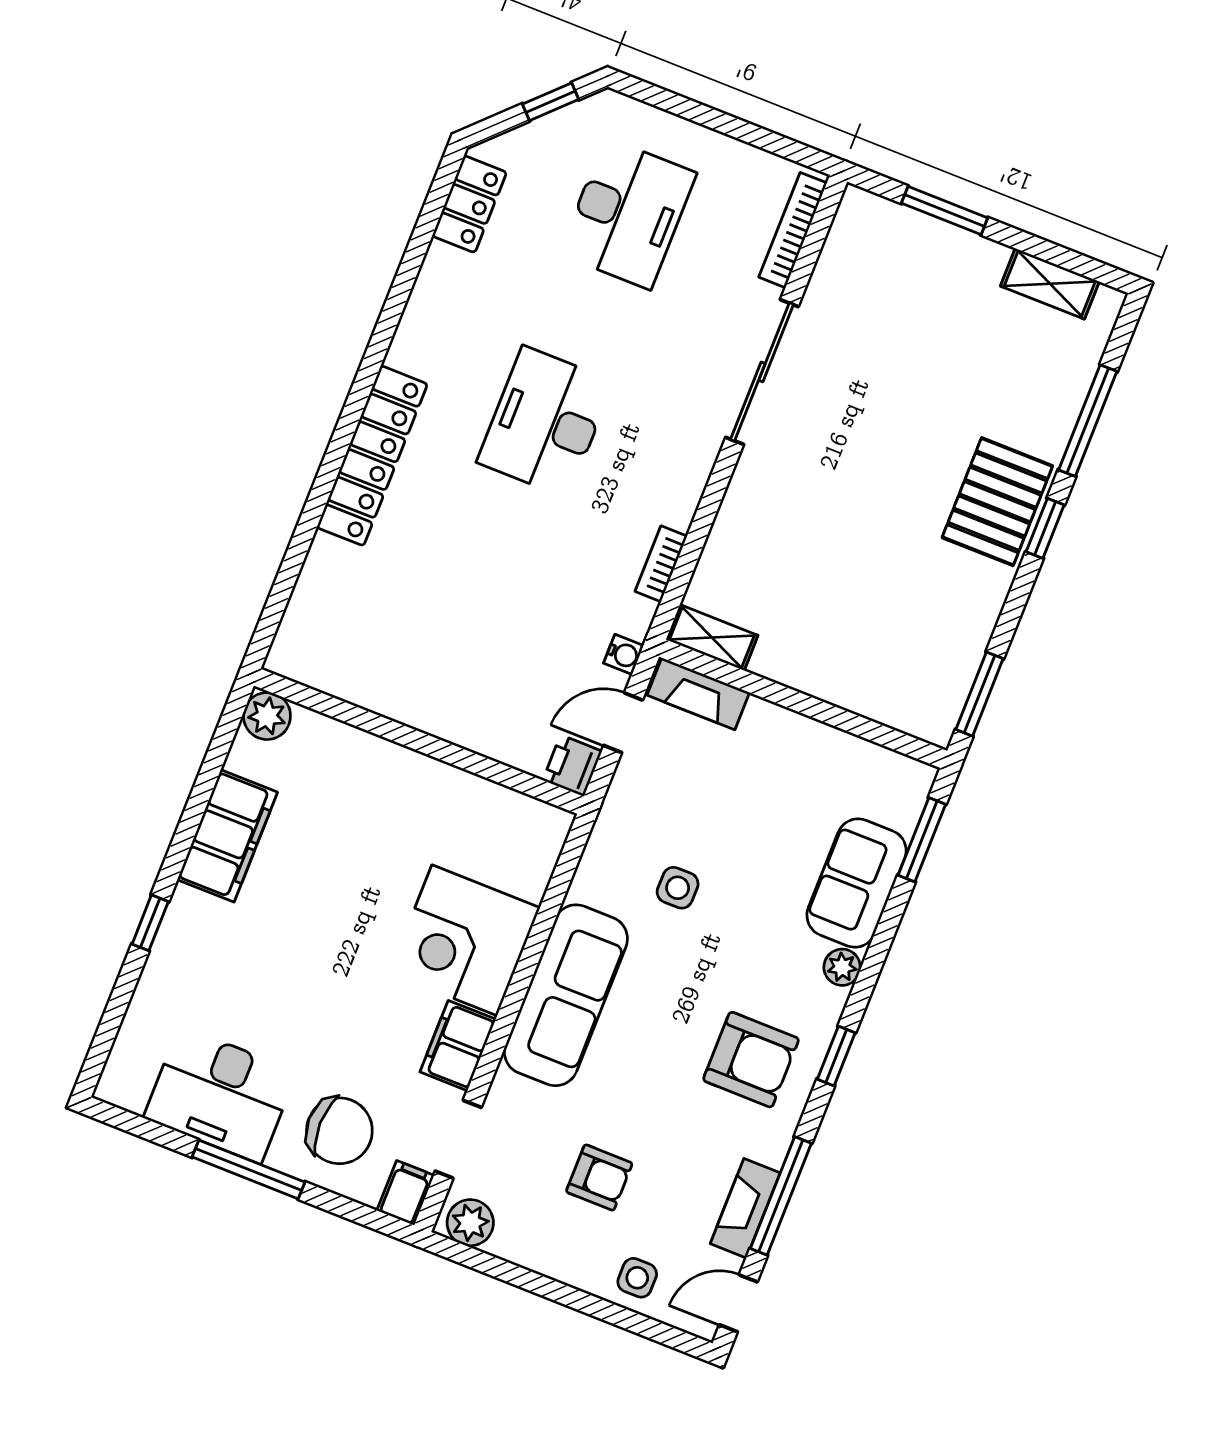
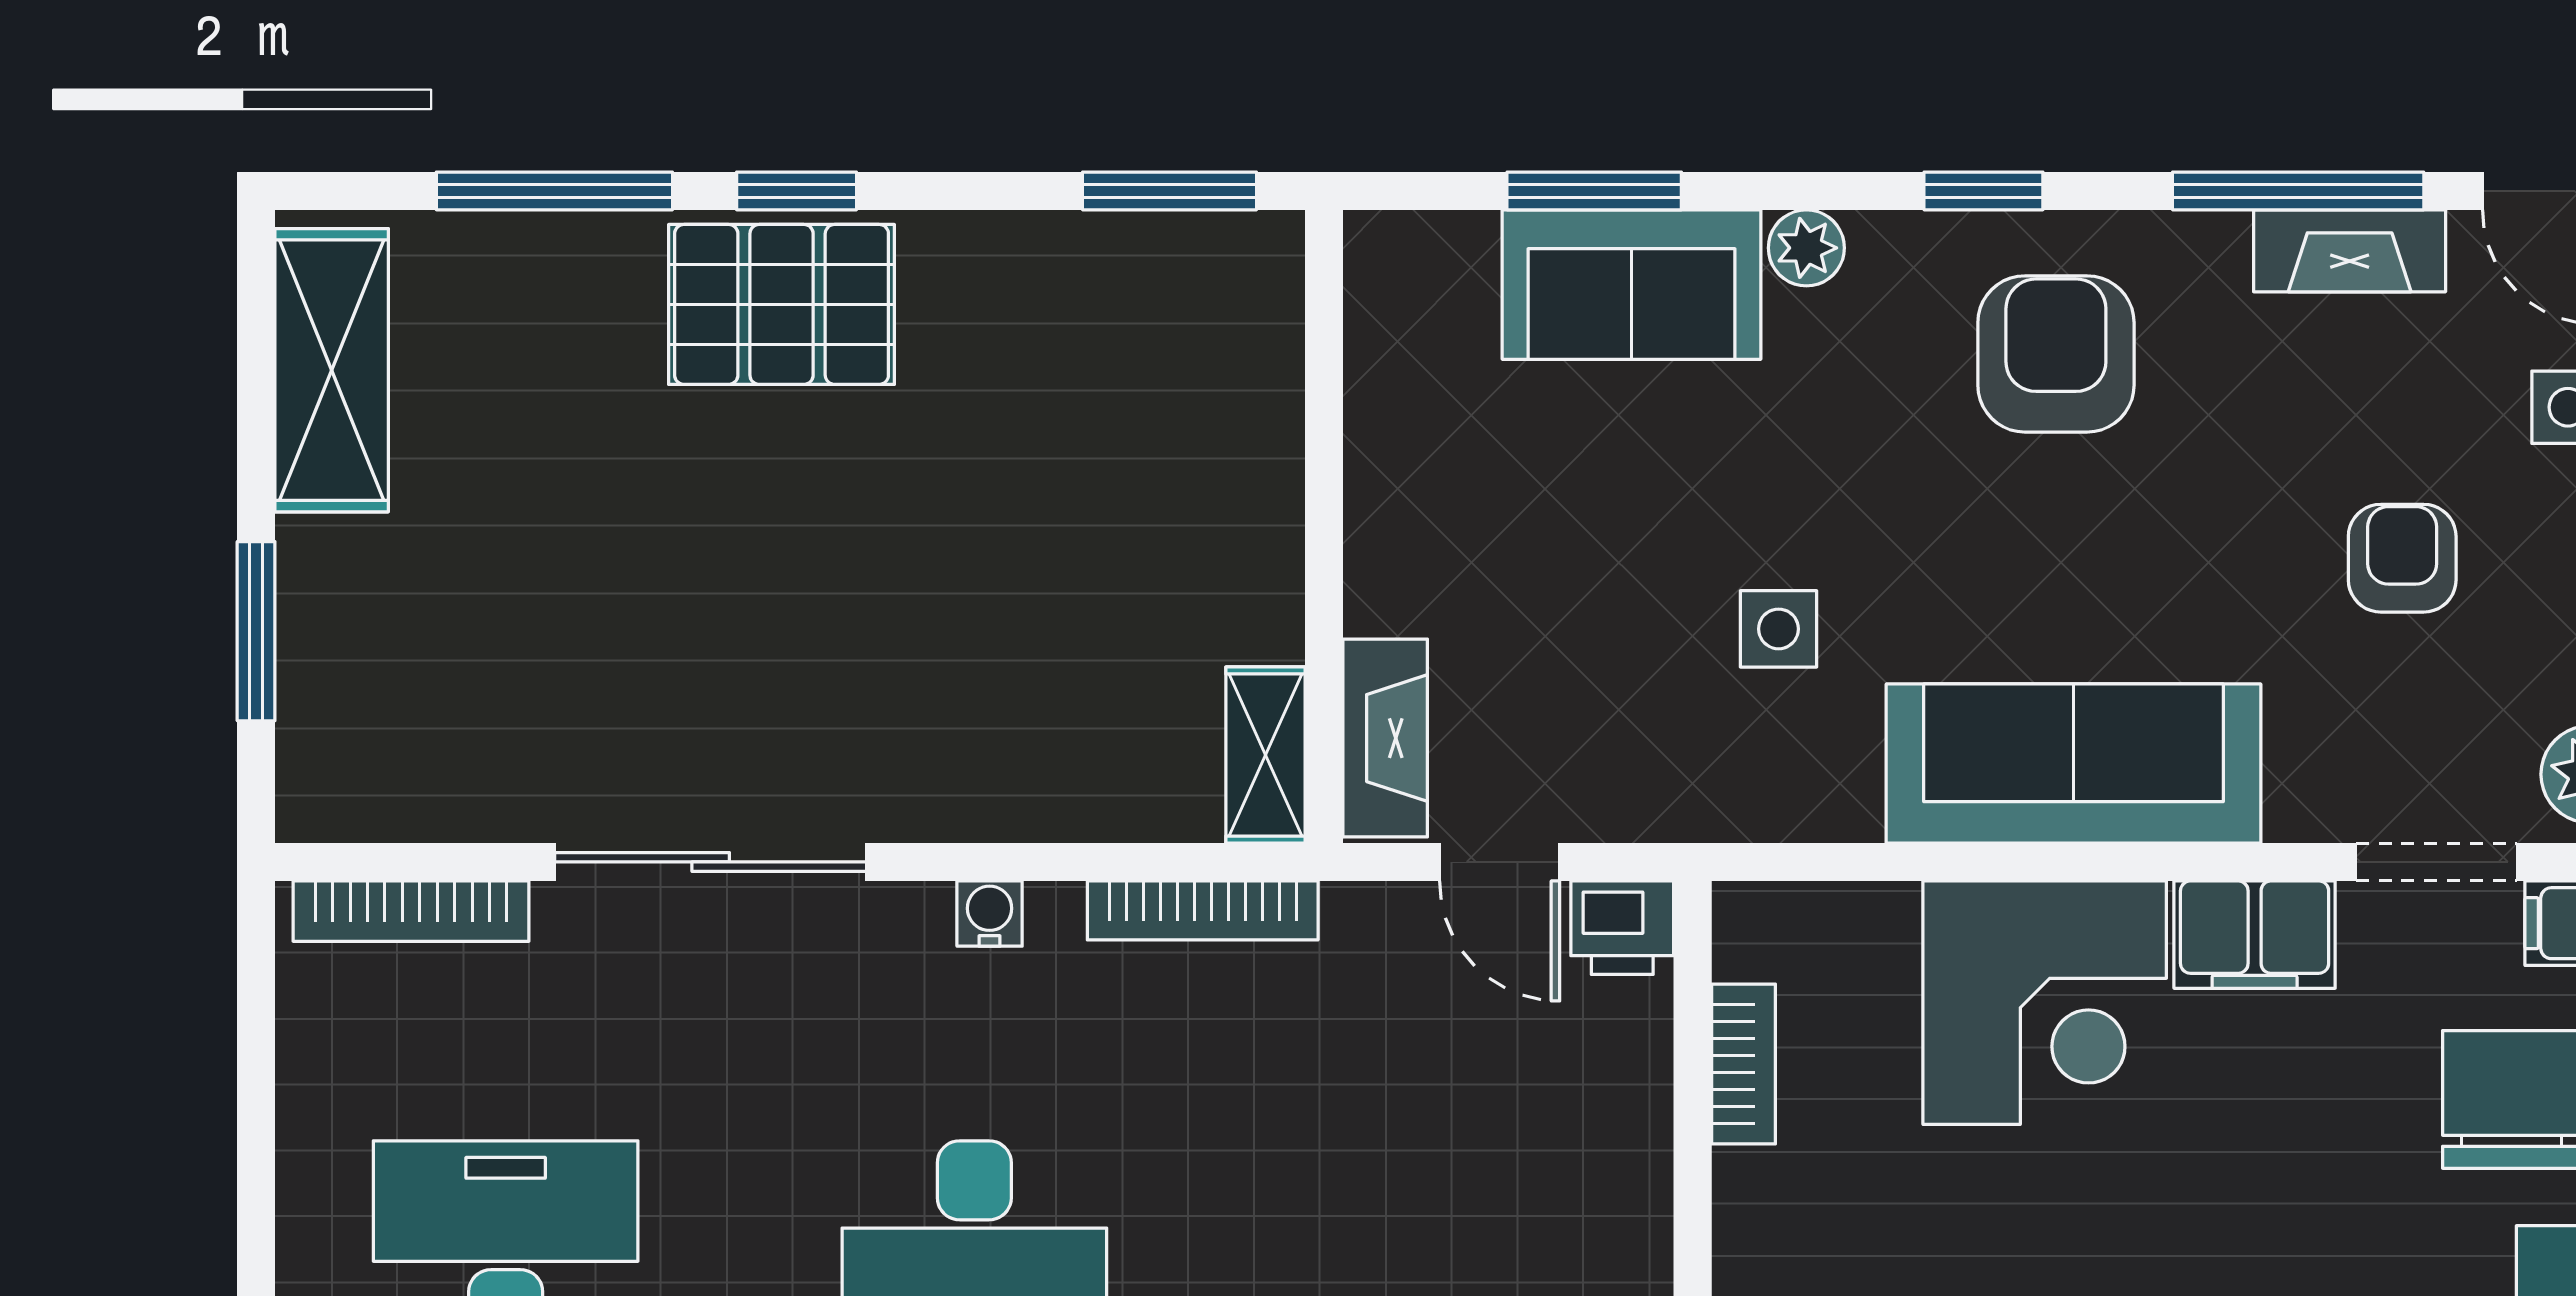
shelving: (1050, 284) -> (332, 370), width x1.50, depth x1.33
bookcase: (661, 564) -> (1203, 910), width x1.56
water cooler: (624, 654) -> (990, 914), moved
bookcase: (490, 796) -> (1743, 1064), added
window: (922, 840) -> (1594, 191), moved

